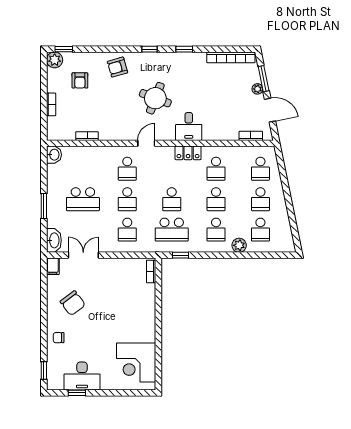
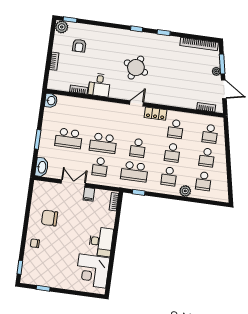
armchair: (117, 67) -> (110, 39), removed
desk: (189, 127) -> (99, 85), moved
door: (146, 143) -> (137, 103), moved
school desk: (127, 169) -> (106, 119), removed
school desk: (127, 199) -> (103, 143), width x1.85
double door: (83, 255) -> (73, 183), moved
filing cabinet: (53, 266) -> (89, 194), moved
chair: (73, 303) -> (50, 218), turned 127
desk: (82, 376) -> (101, 242), moved, turned -90

